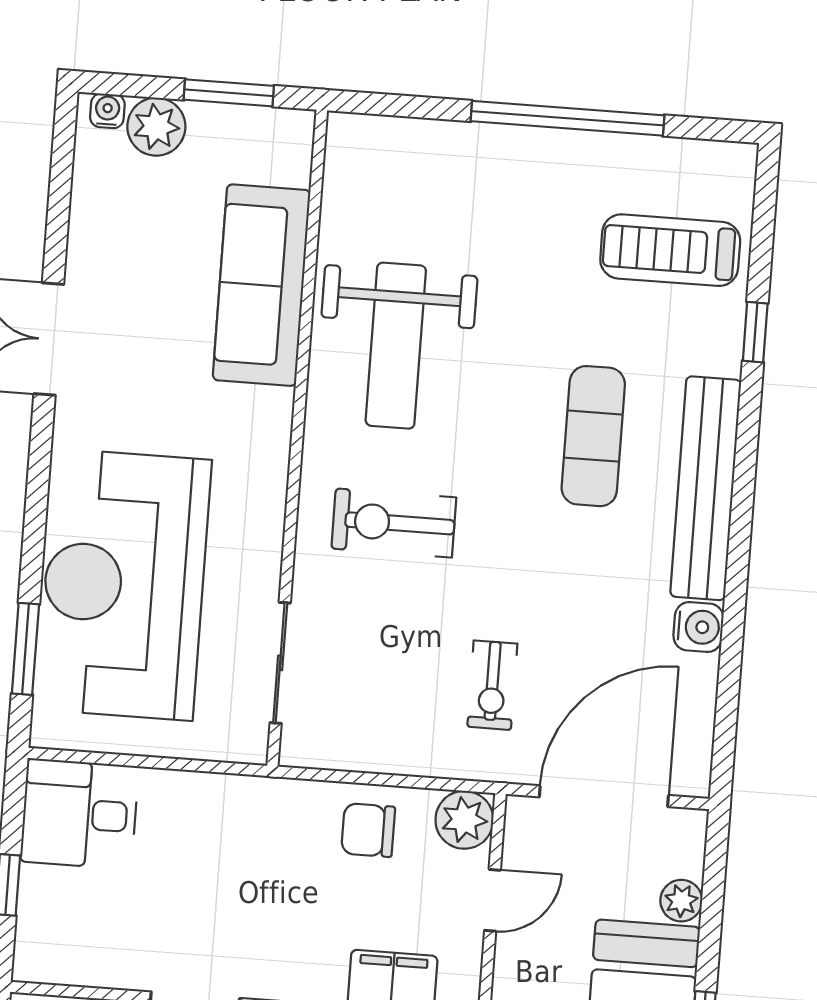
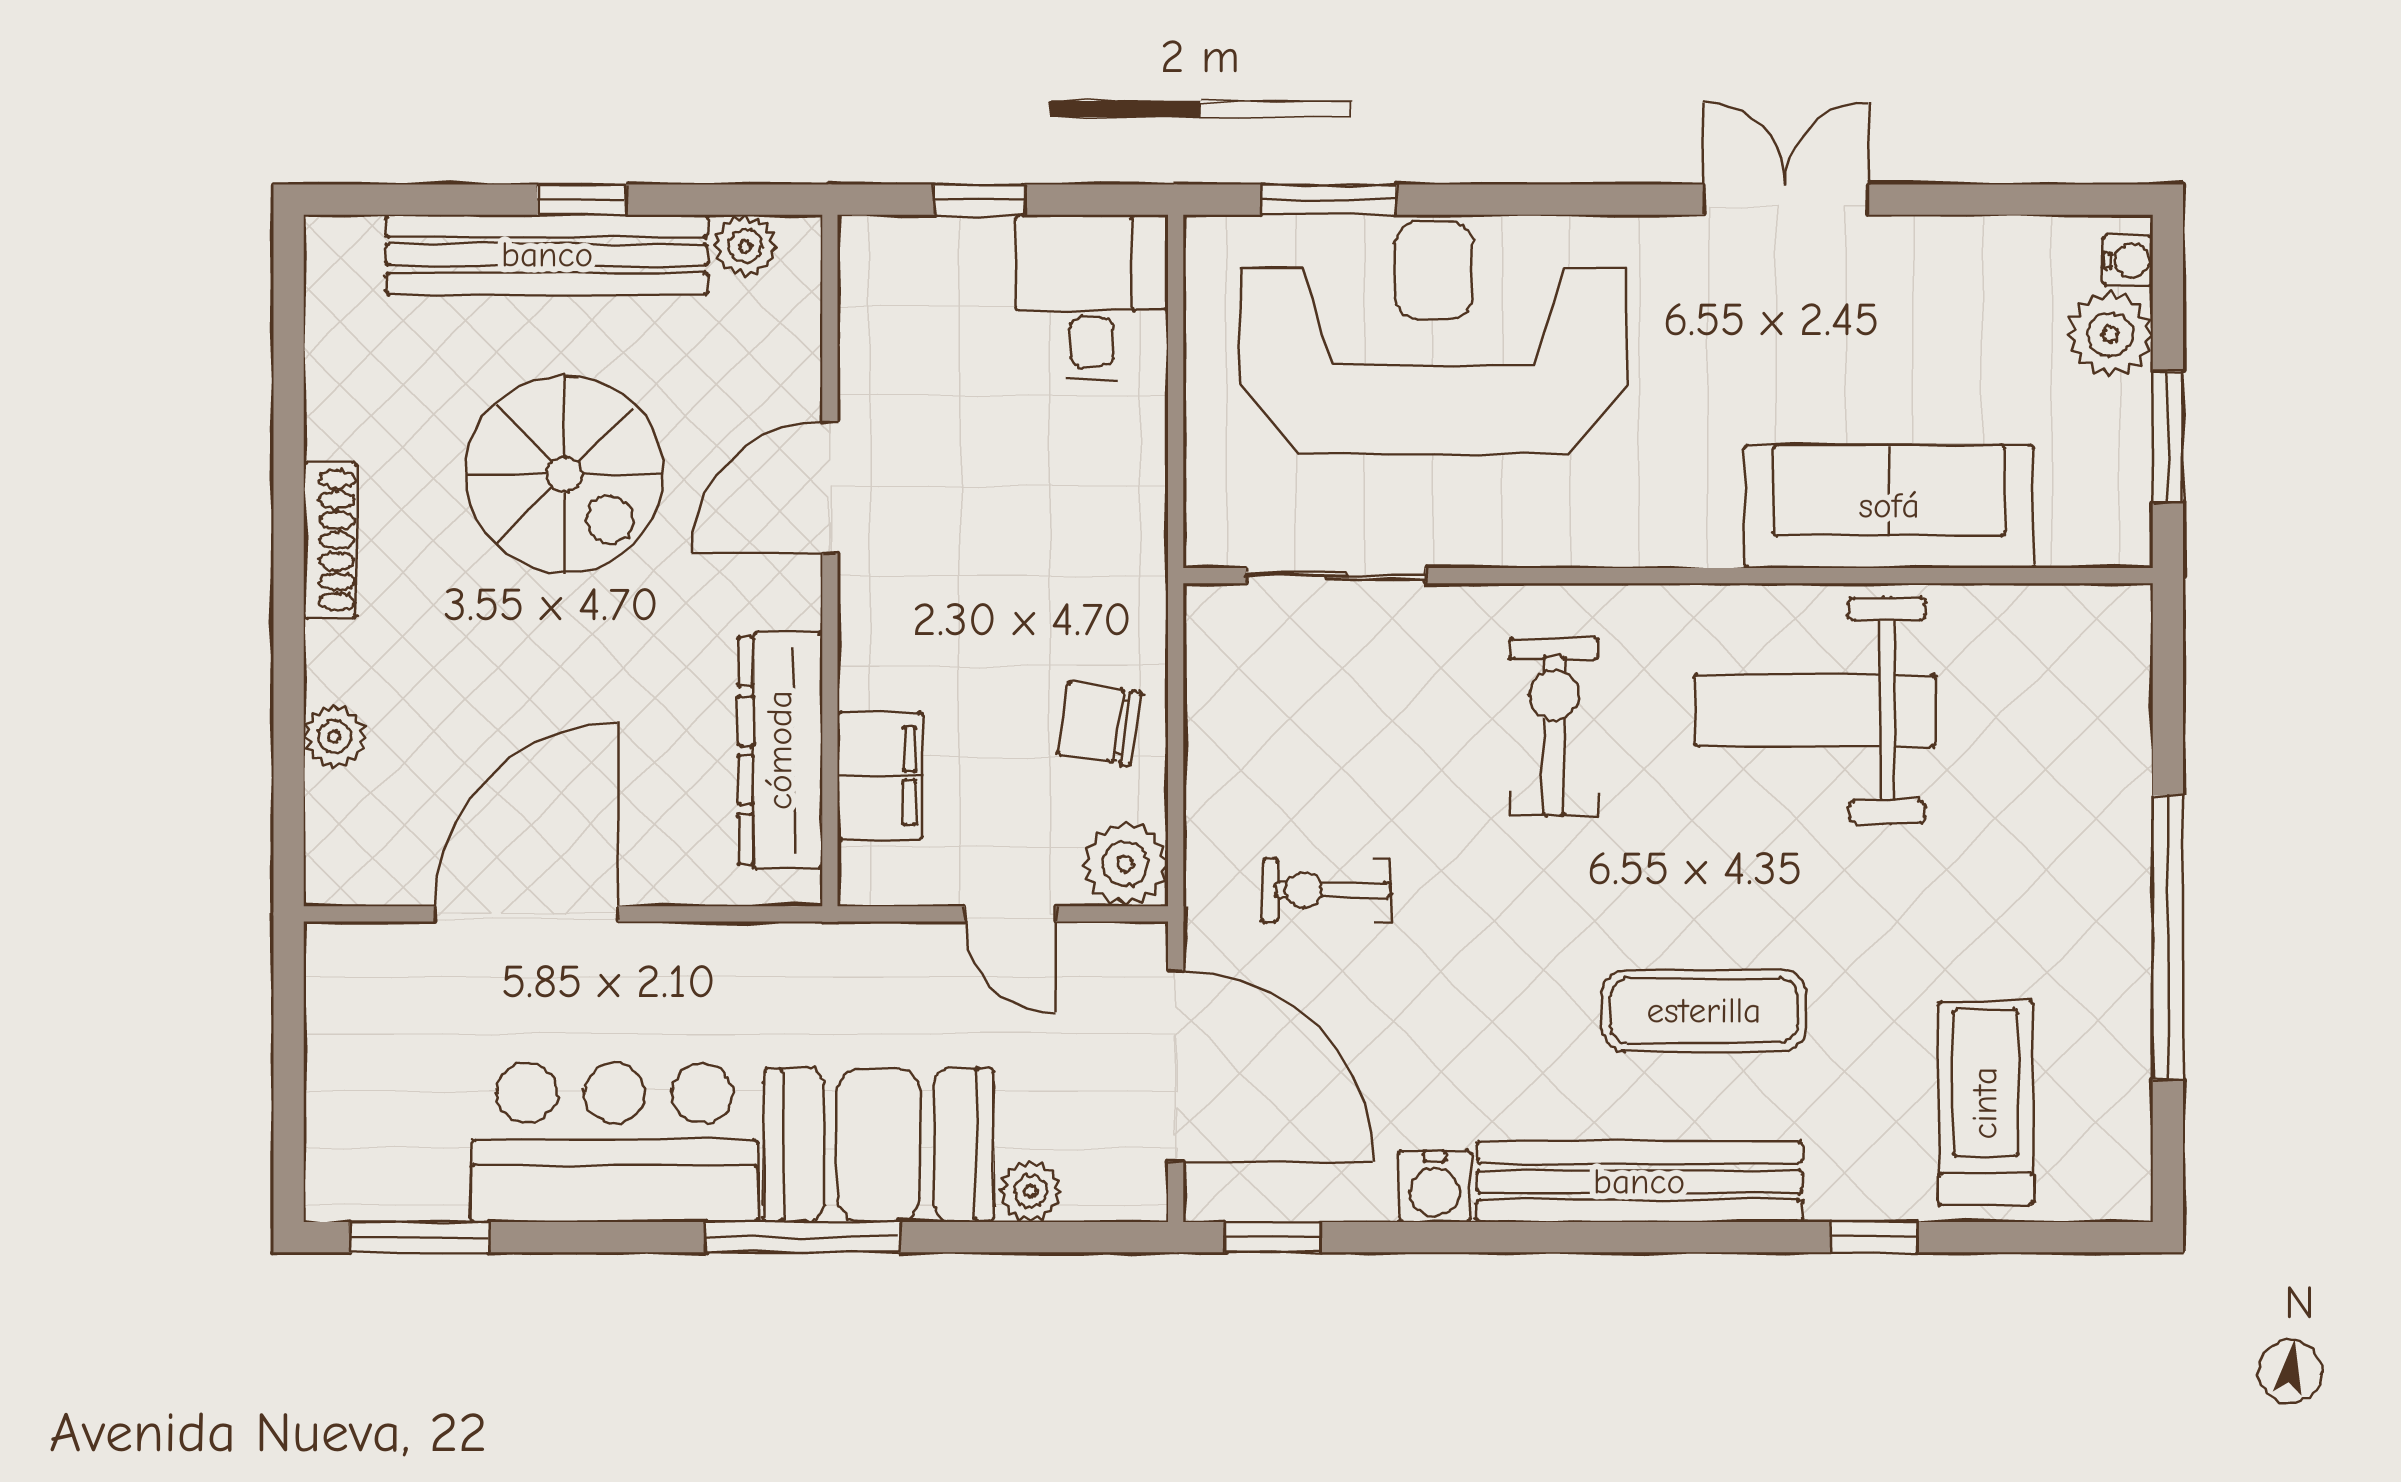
window: (725, 739) -> (1273, 1237), added
chair: (368, 830) -> (1100, 723), turned -81

